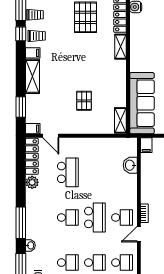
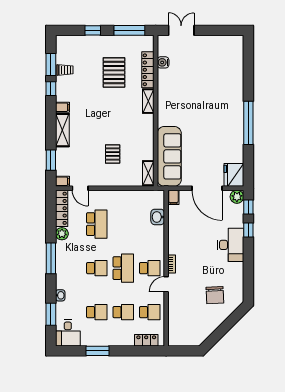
trolley: (37, 36) -> (66, 91), removed
window: (21, 223) -> (51, 258), moved

